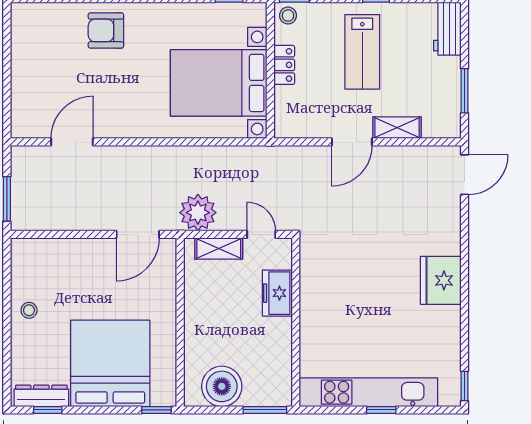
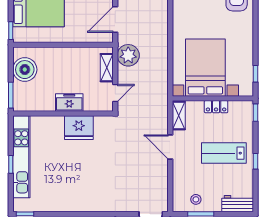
stool: (288, 16) -> (196, 199), moved
shelving: (397, 128) -> (179, 116), moved
door: (138, 234) -> (115, 20), hinge flipped
fridge: (441, 280) -> (79, 128), moved, turned 180
freezer: (277, 293) -> (69, 103), moved

